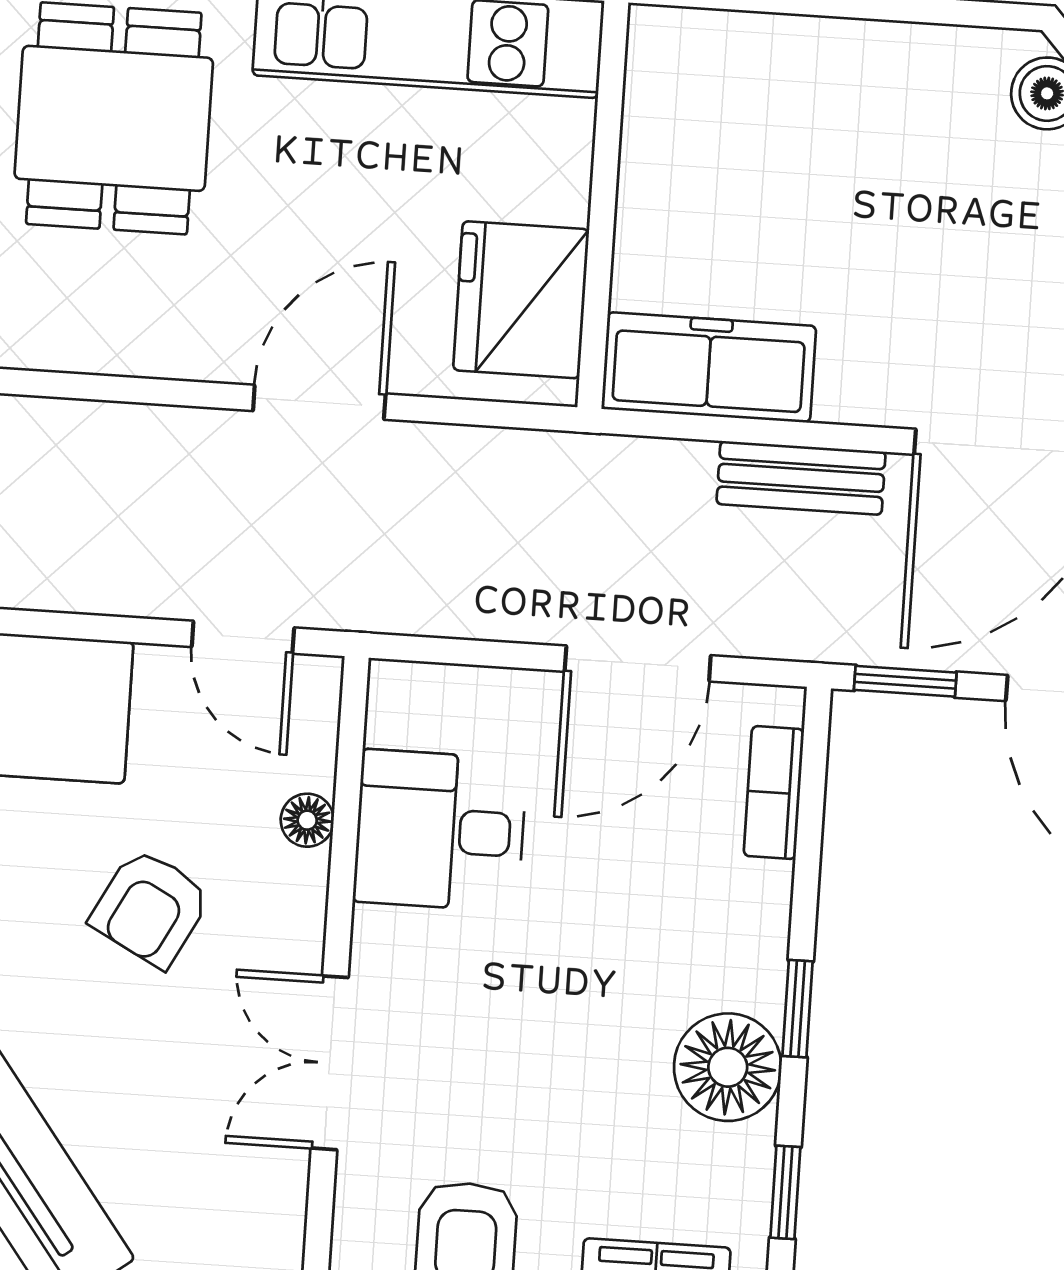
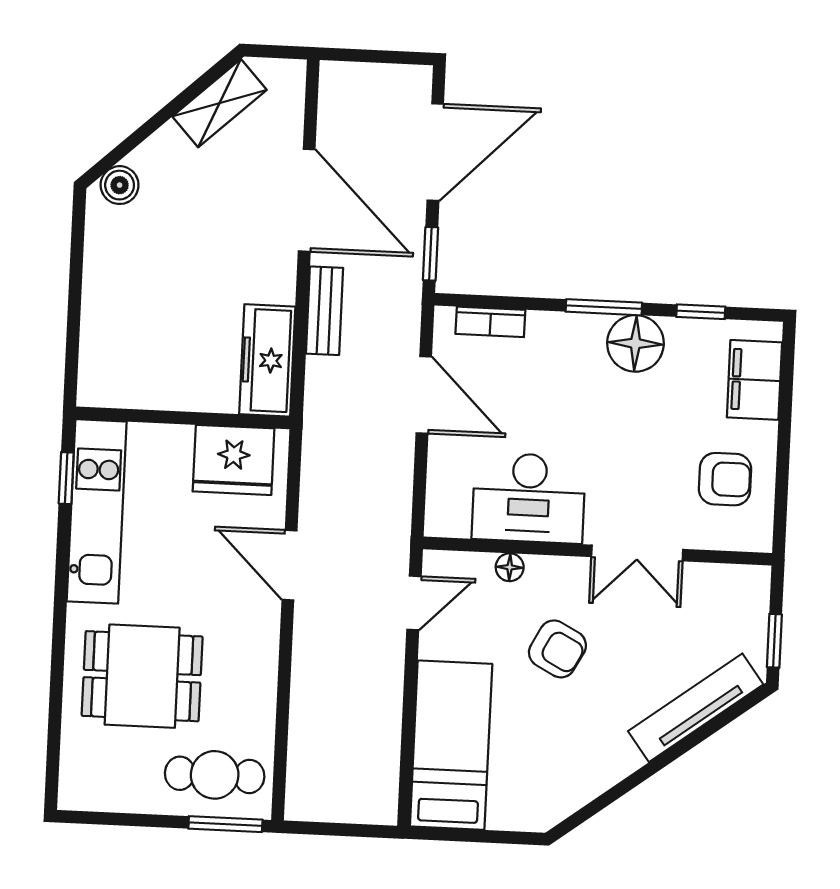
desk: (440, 830) -> (529, 498), width x1.37
window: (798, 1009) -> (604, 307), width x1.50

